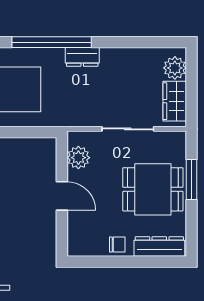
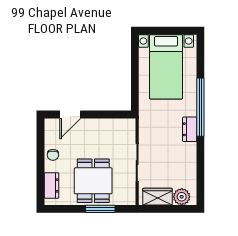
plant: (78, 158) -> (116, 127), removed
door: (62, 196) -> (70, 115), moved
dresser: (159, 247) -> (52, 185), width x0.70

